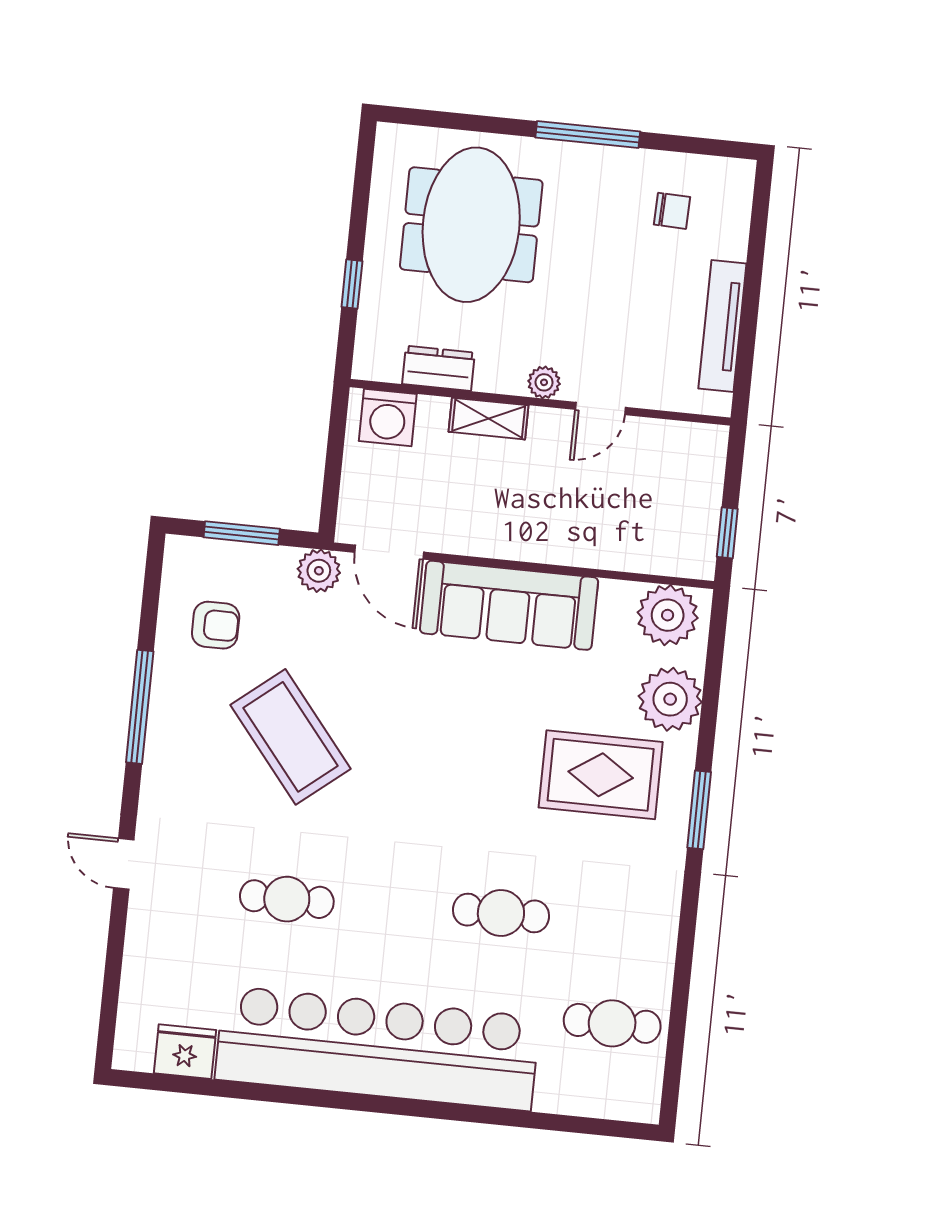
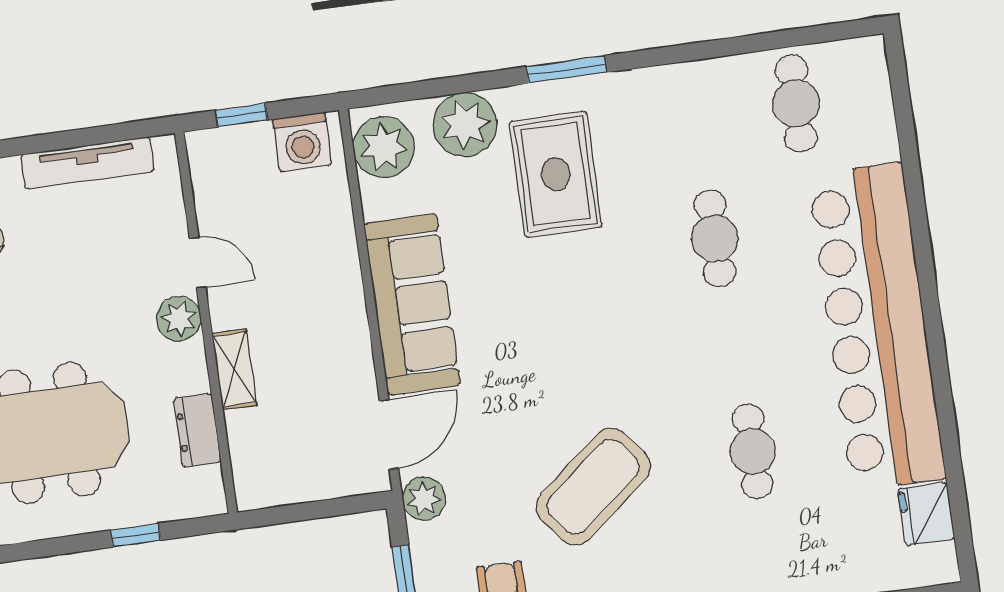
plant: (544, 382) -> (179, 319), width x1.38, depth x1.38
washing machine: (388, 417) -> (302, 142), moved, turned 90
window: (727, 533) -> (242, 115), moved

